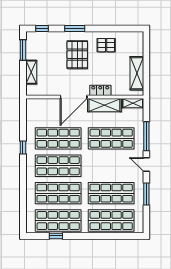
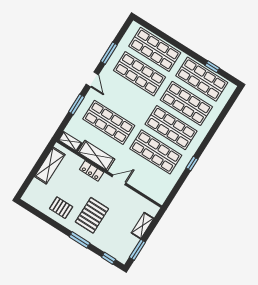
door: (74, 97) -> (119, 180), width x0.53
window: (146, 136) -> (76, 104), width x0.69

